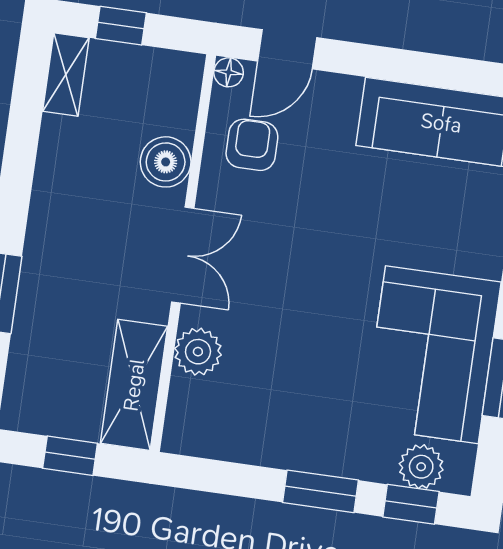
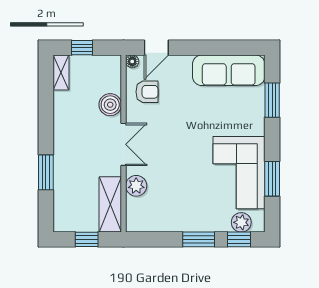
armchair: (252, 145) -> (147, 92), turned 90

